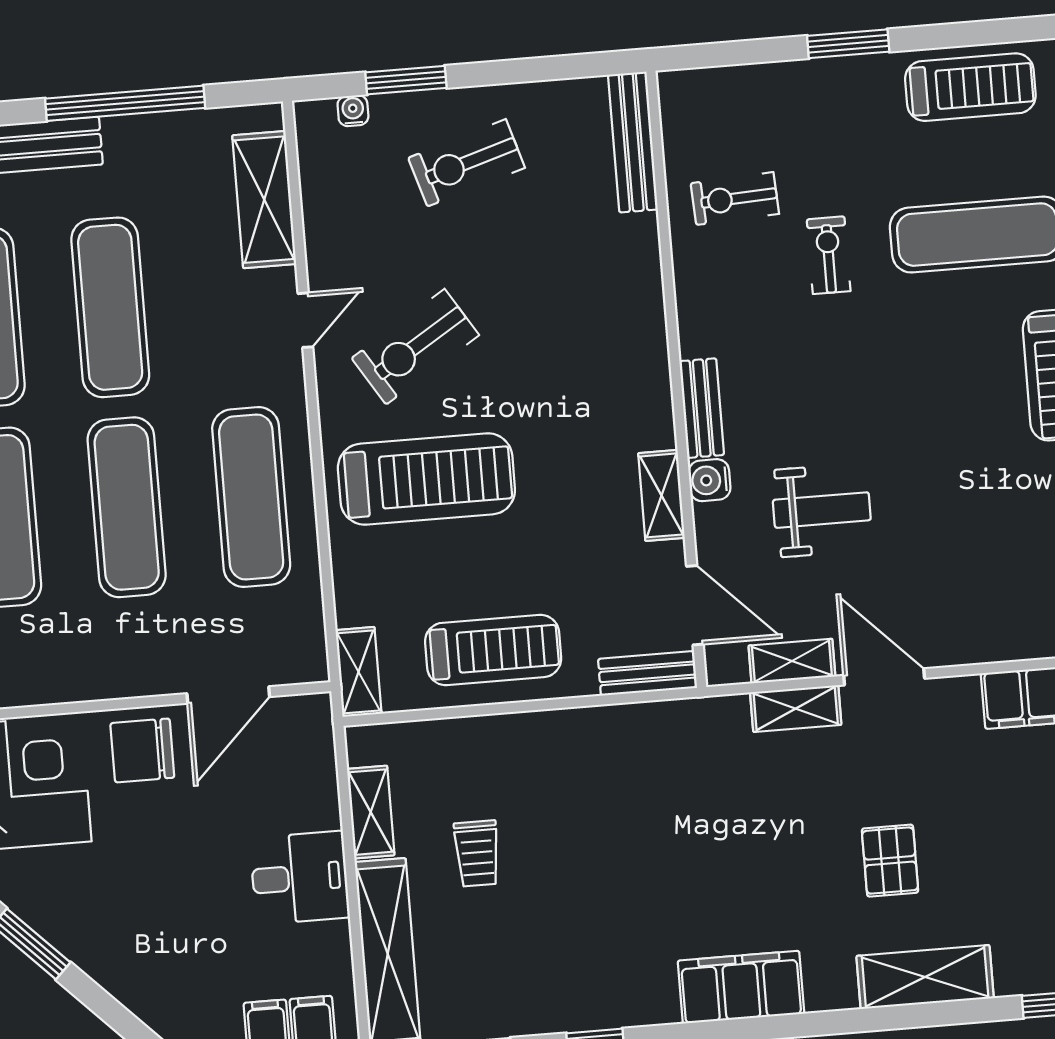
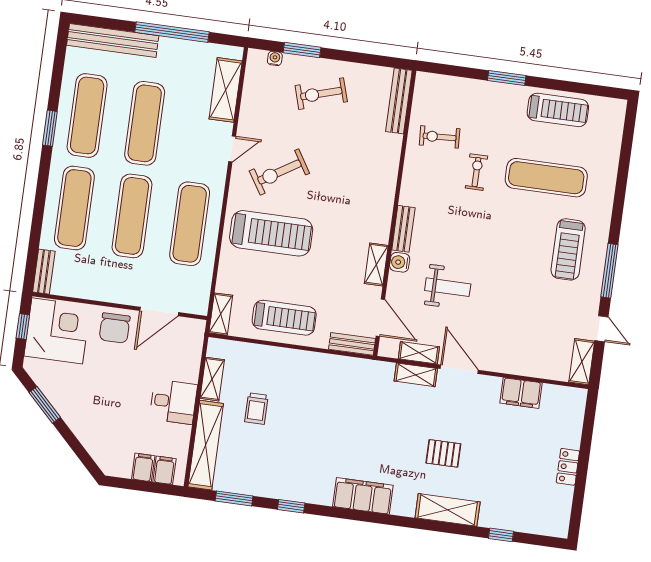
chair: (142, 750) -> (115, 328), turned -90
pallet: (890, 861) -> (443, 453), turned 90

